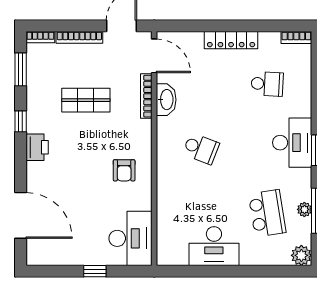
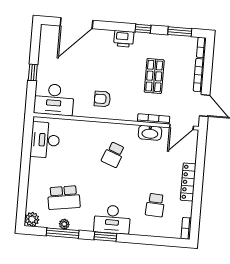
desk: (214, 246) -> (45, 140), moved

